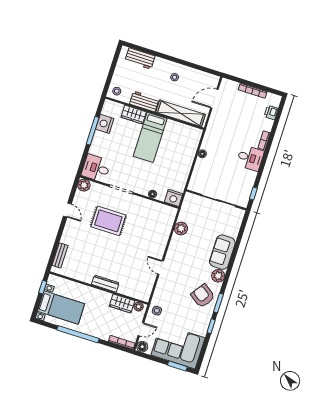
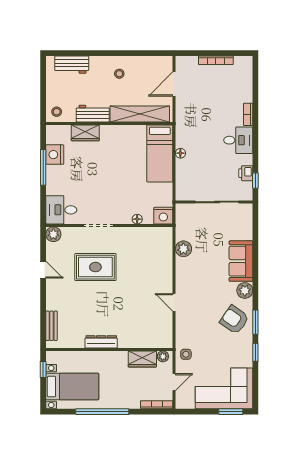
printer: (271, 112) -> (246, 173), moved
bed: (150, 137) -> (160, 153), moved
dresser: (105, 284) -> (101, 342), moved
floor lamp: (142, 347) -> (182, 402), removed

